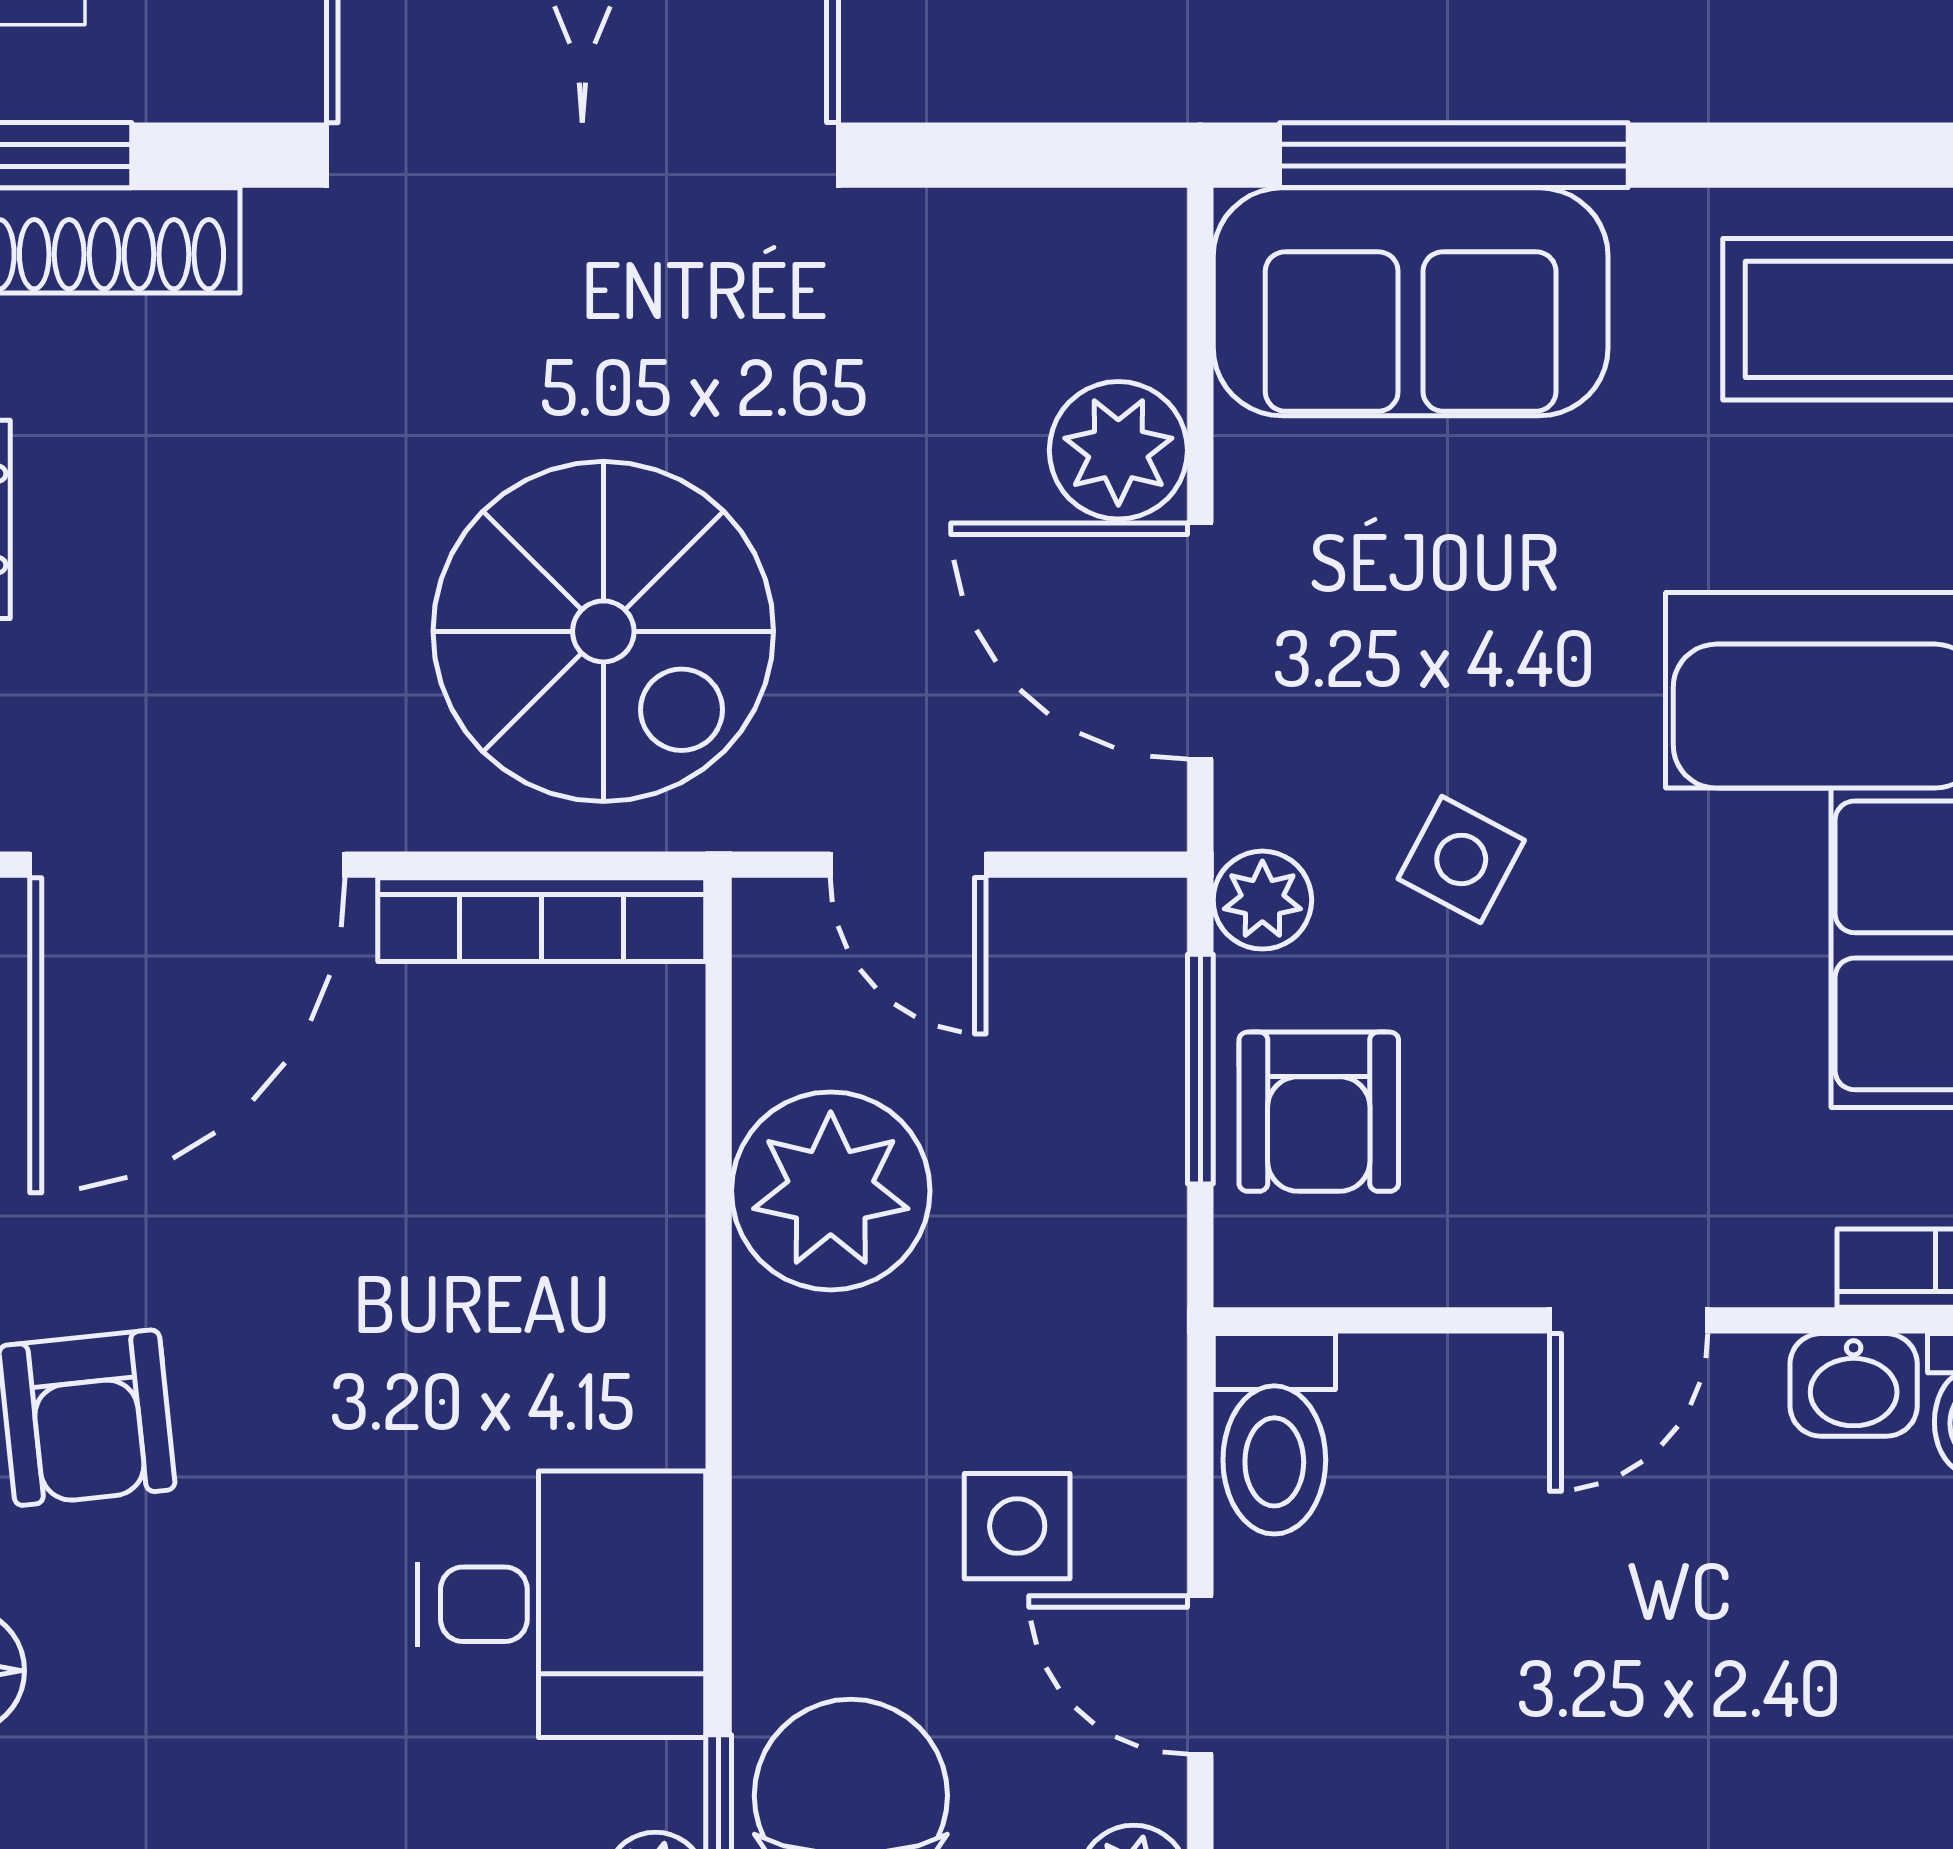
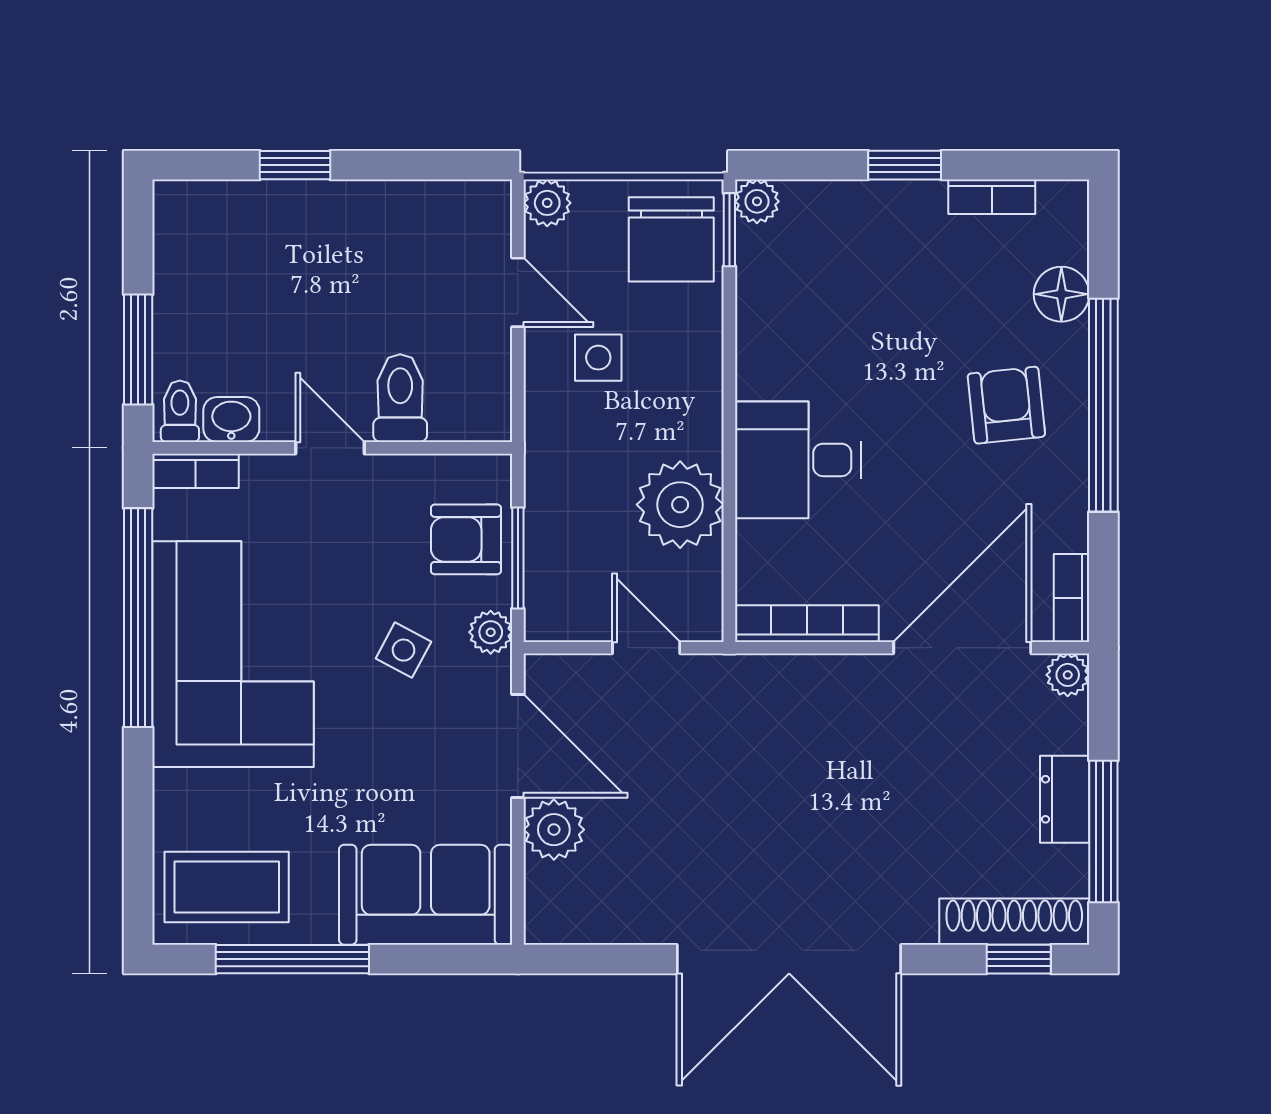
window: (1454, 155) -> (292, 959), moved
spiral stairs: (603, 631) -> (780, 750), removed
armchair: (1319, 1112) -> (466, 539), turned -90
door: (1629, 1320) -> (330, 448), hinge flipped
toilet: (1274, 1434) -> (400, 398), moved
desk: (562, 1604) -> (798, 460), moved

